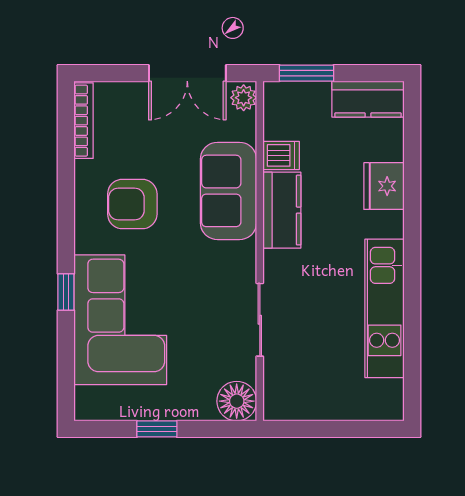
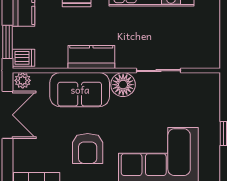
dishwasher: (281, 155) -> (24, 58), moved, turned 90
floor lamp: (237, 401) -> (123, 85), moved

